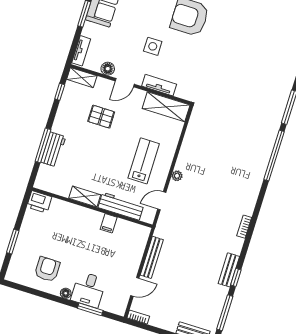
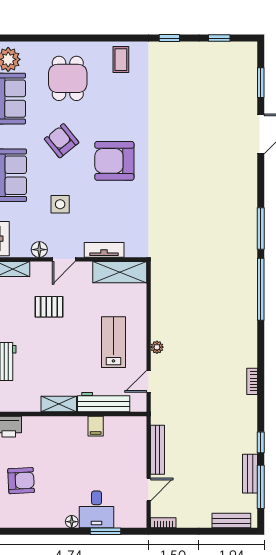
side table: (153, 46) -> (60, 204), moved
armchair: (47, 269) -> (21, 481), moved, turned 87
bench: (229, 270) -> (250, 474), moved

